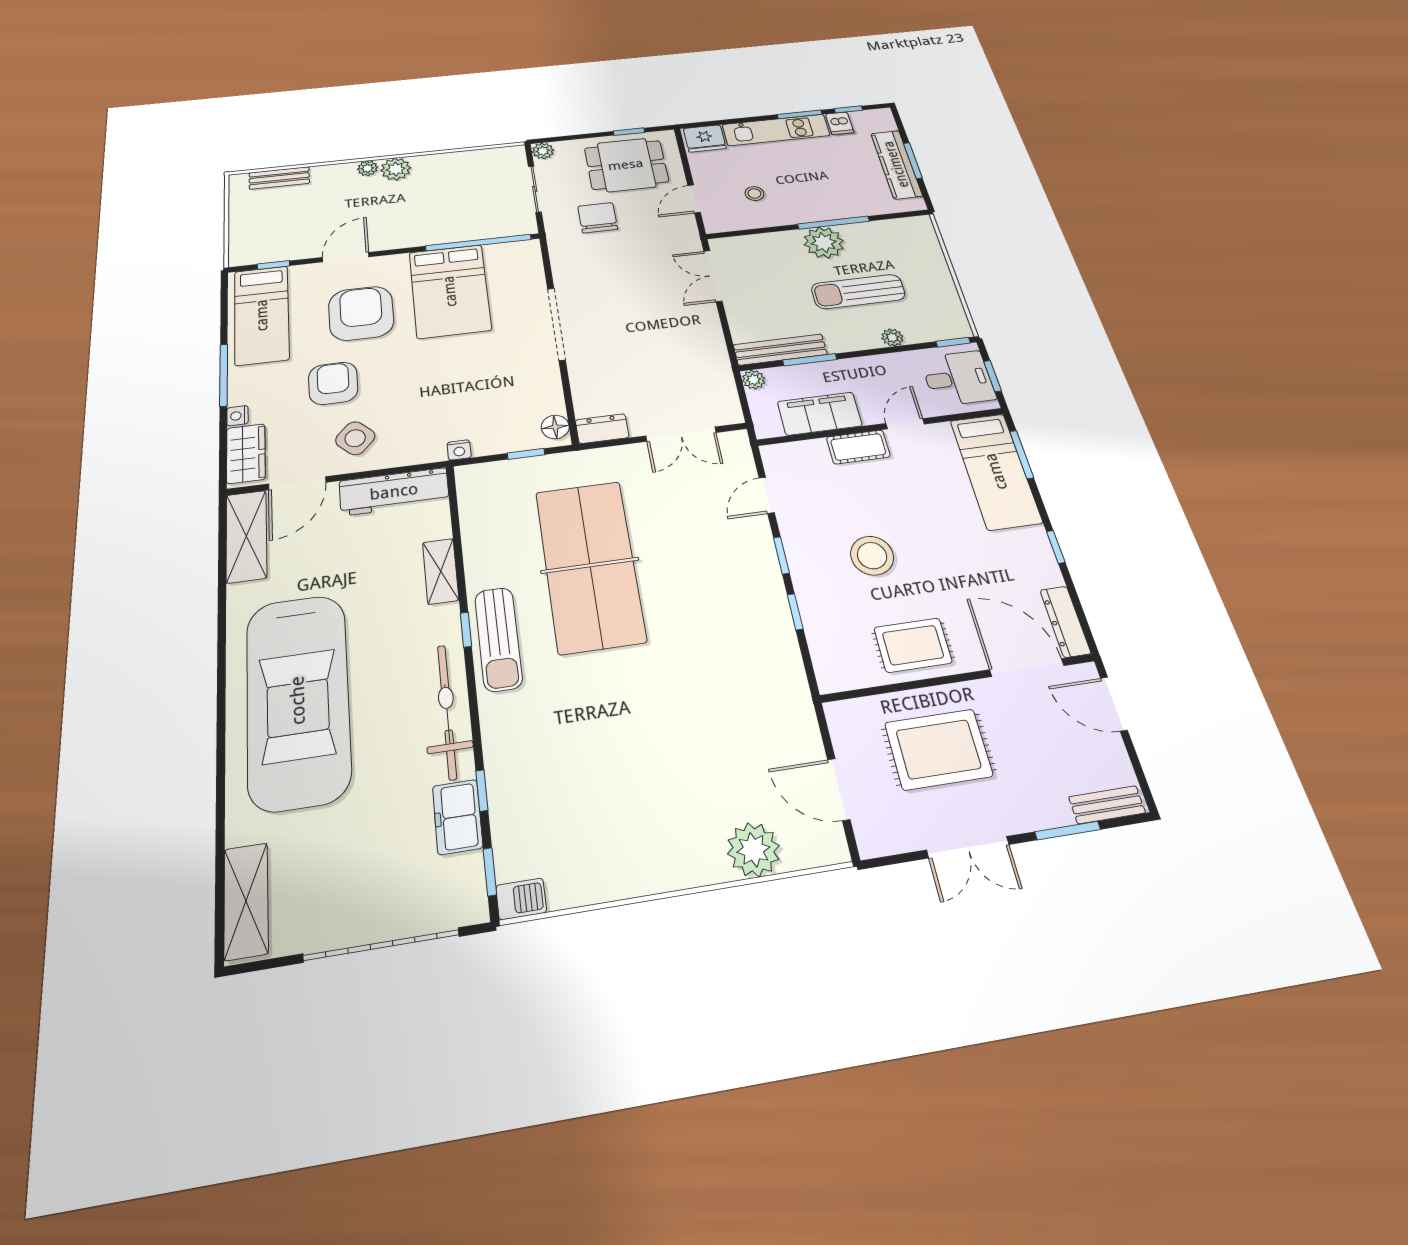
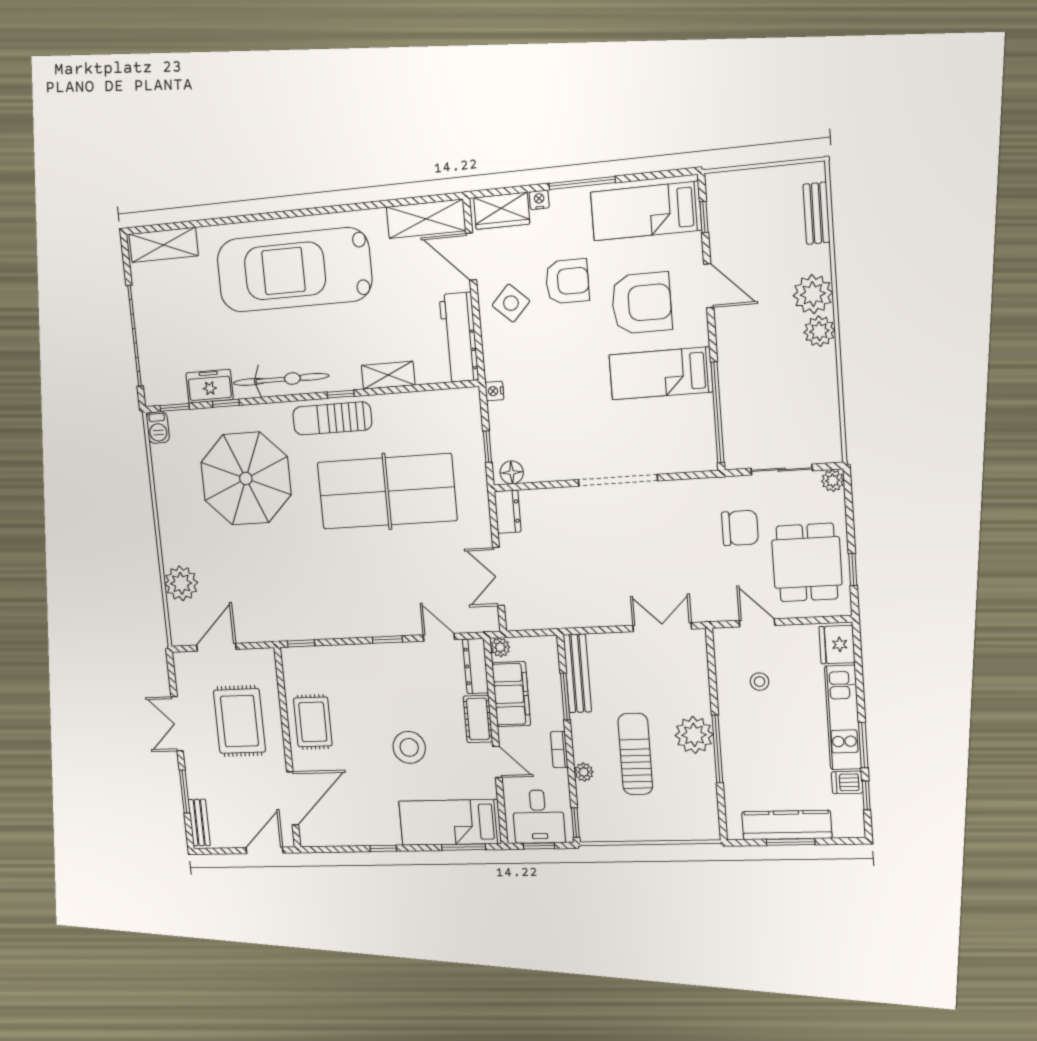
plant: (368, 168) -> (813, 294), width x1.88, depth x1.88
bed: (450, 291) -> (661, 373), width x0.67
bookcase: (873, 362) -> (559, 750), added
plant: (754, 380) -> (500, 647), moved
stool: (872, 556) -> (409, 747), moved
window: (795, 612) -> (301, 643), moved
dresser: (1065, 622) -> (476, 666), moved, turned -90
parasol: (588, 756) -> (246, 478), added

